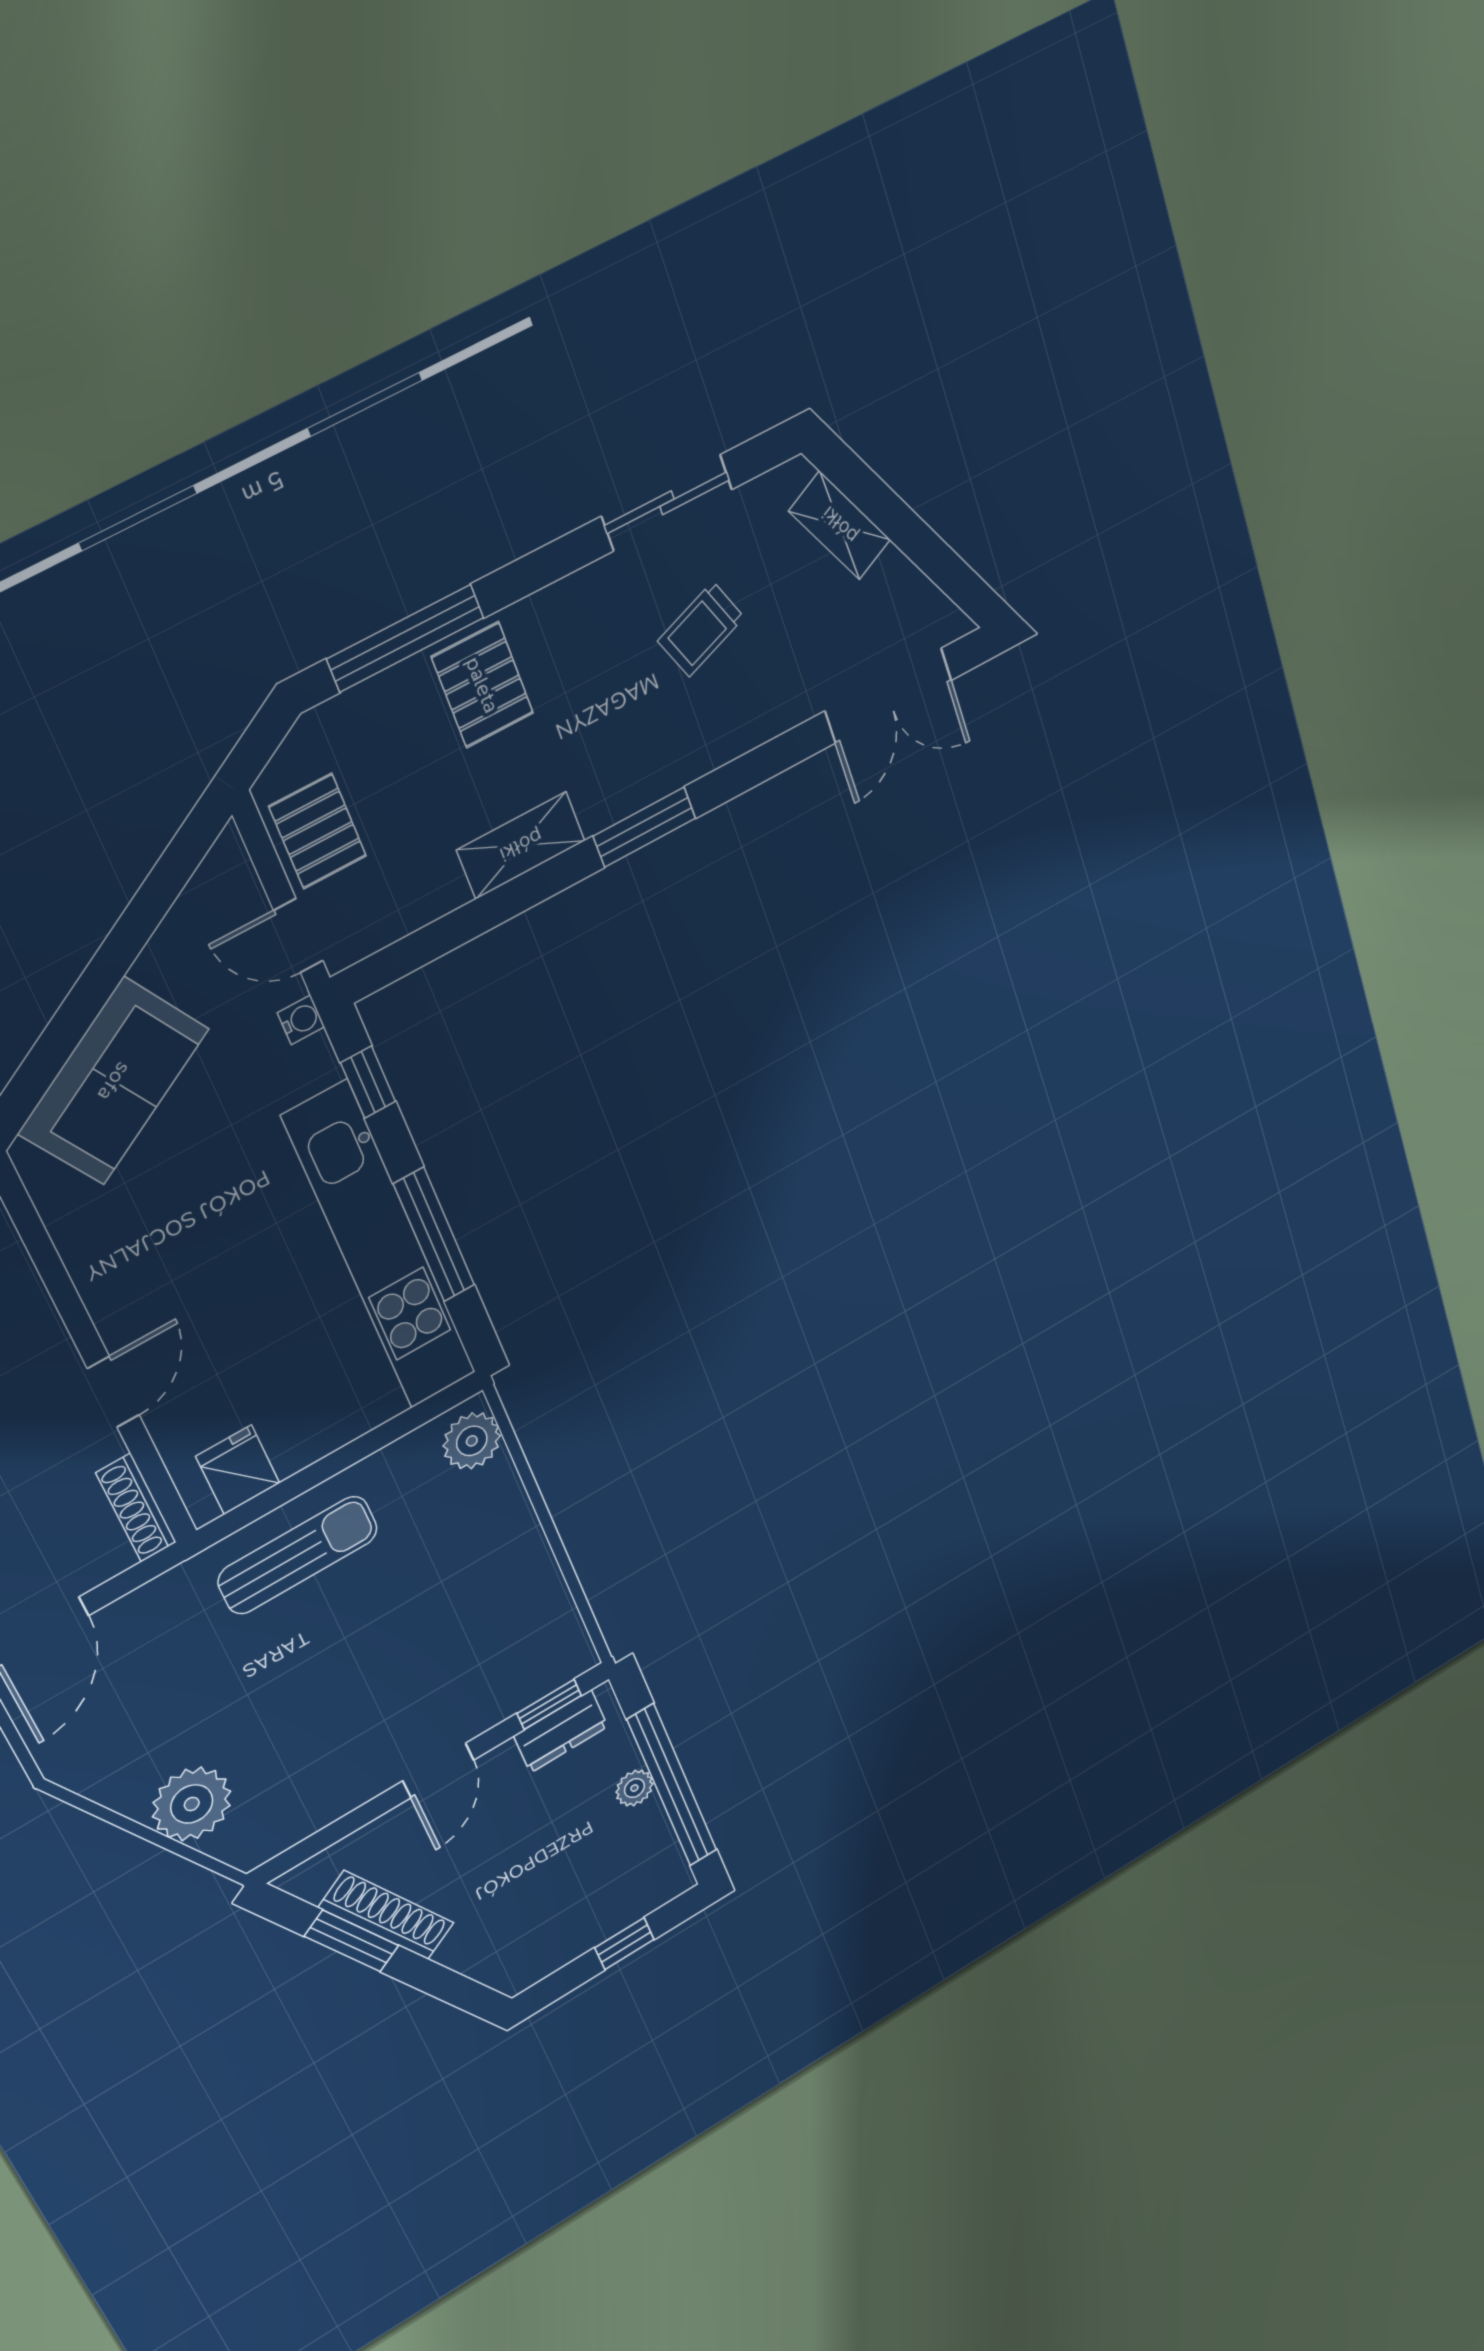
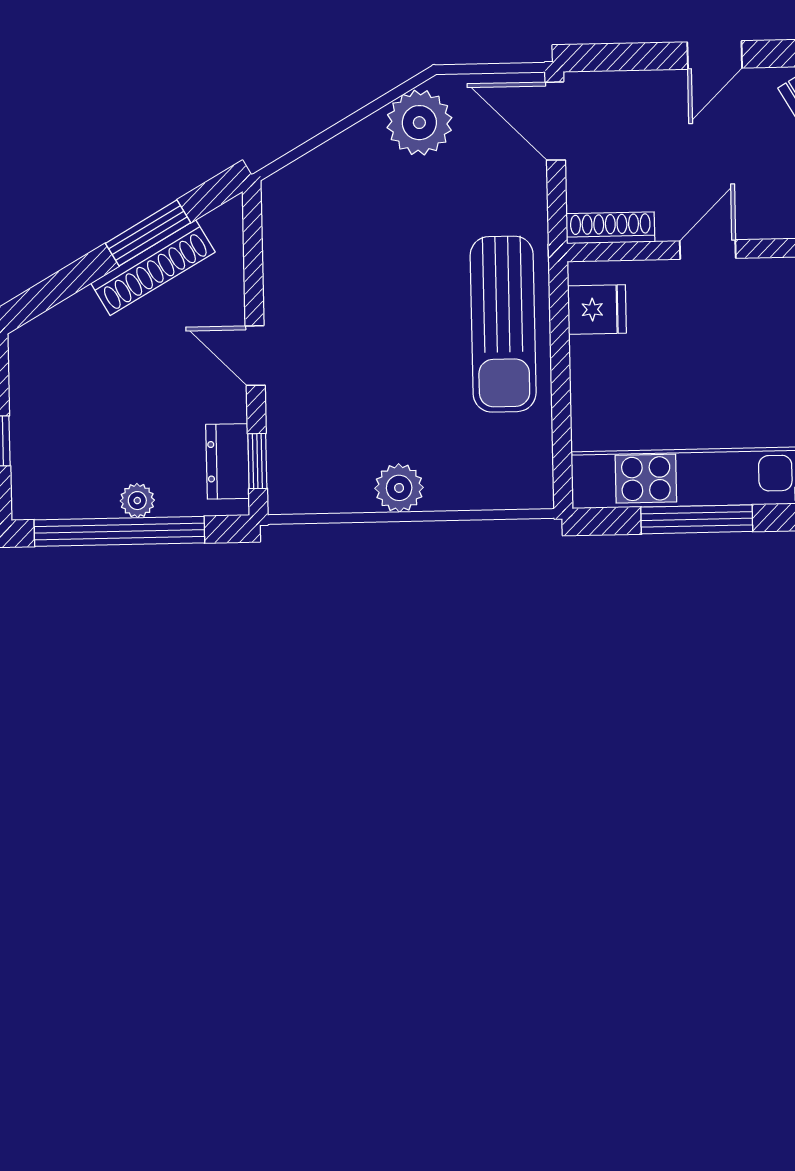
door: (113, 1392) -> (708, 250), swing flipped
plant: (472, 1441) -> (399, 488), moved
sun lounger: (298, 1555) -> (503, 324), width x1.36, depth x1.34
plant: (192, 1804) -> (419, 123), moved

